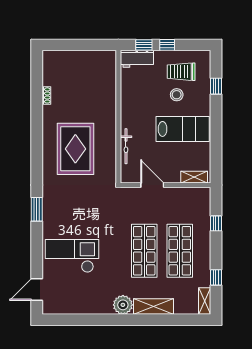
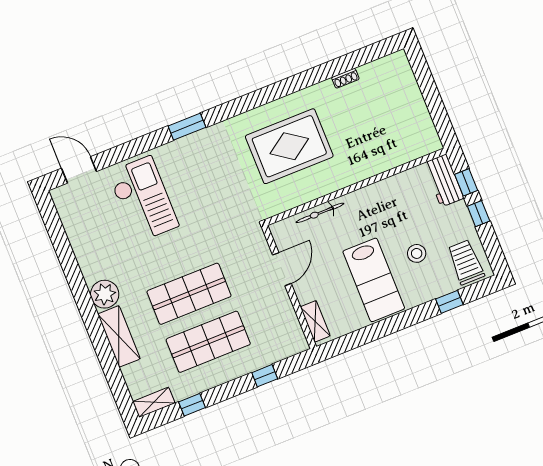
trolley: (181, 72) -> (466, 262), moved

